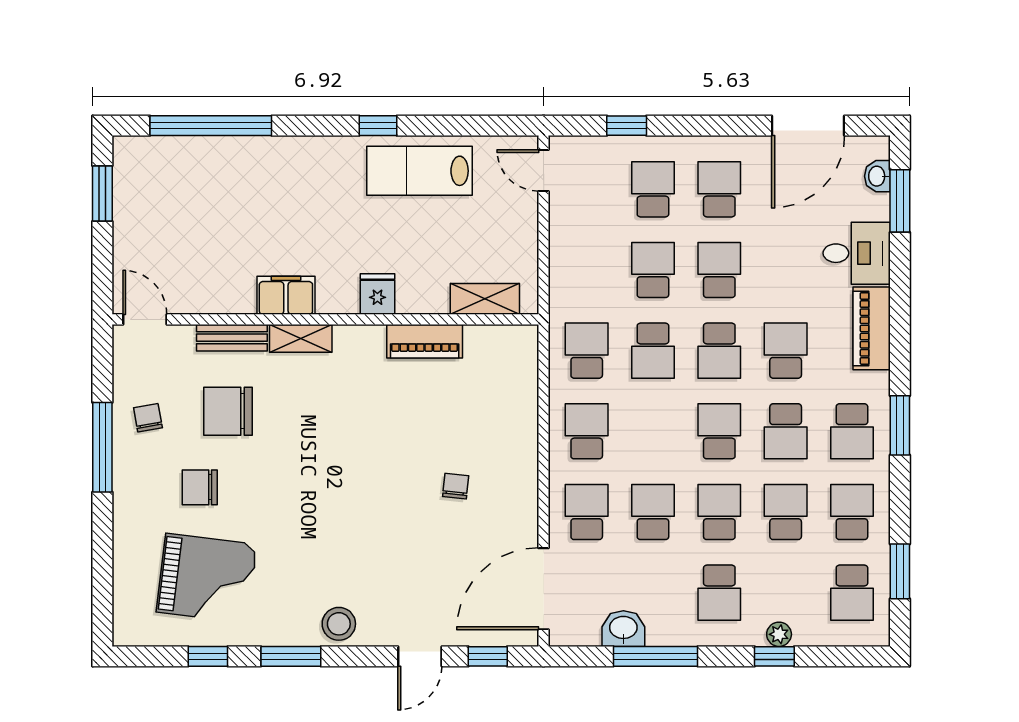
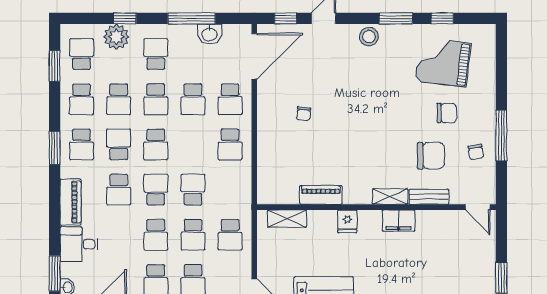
school desk: (587, 351) -> (230, 235), moved
school desk: (852, 431) -> (81, 144), turned 180
plant: (779, 634) -> (116, 37), width x1.88, depth x1.88

